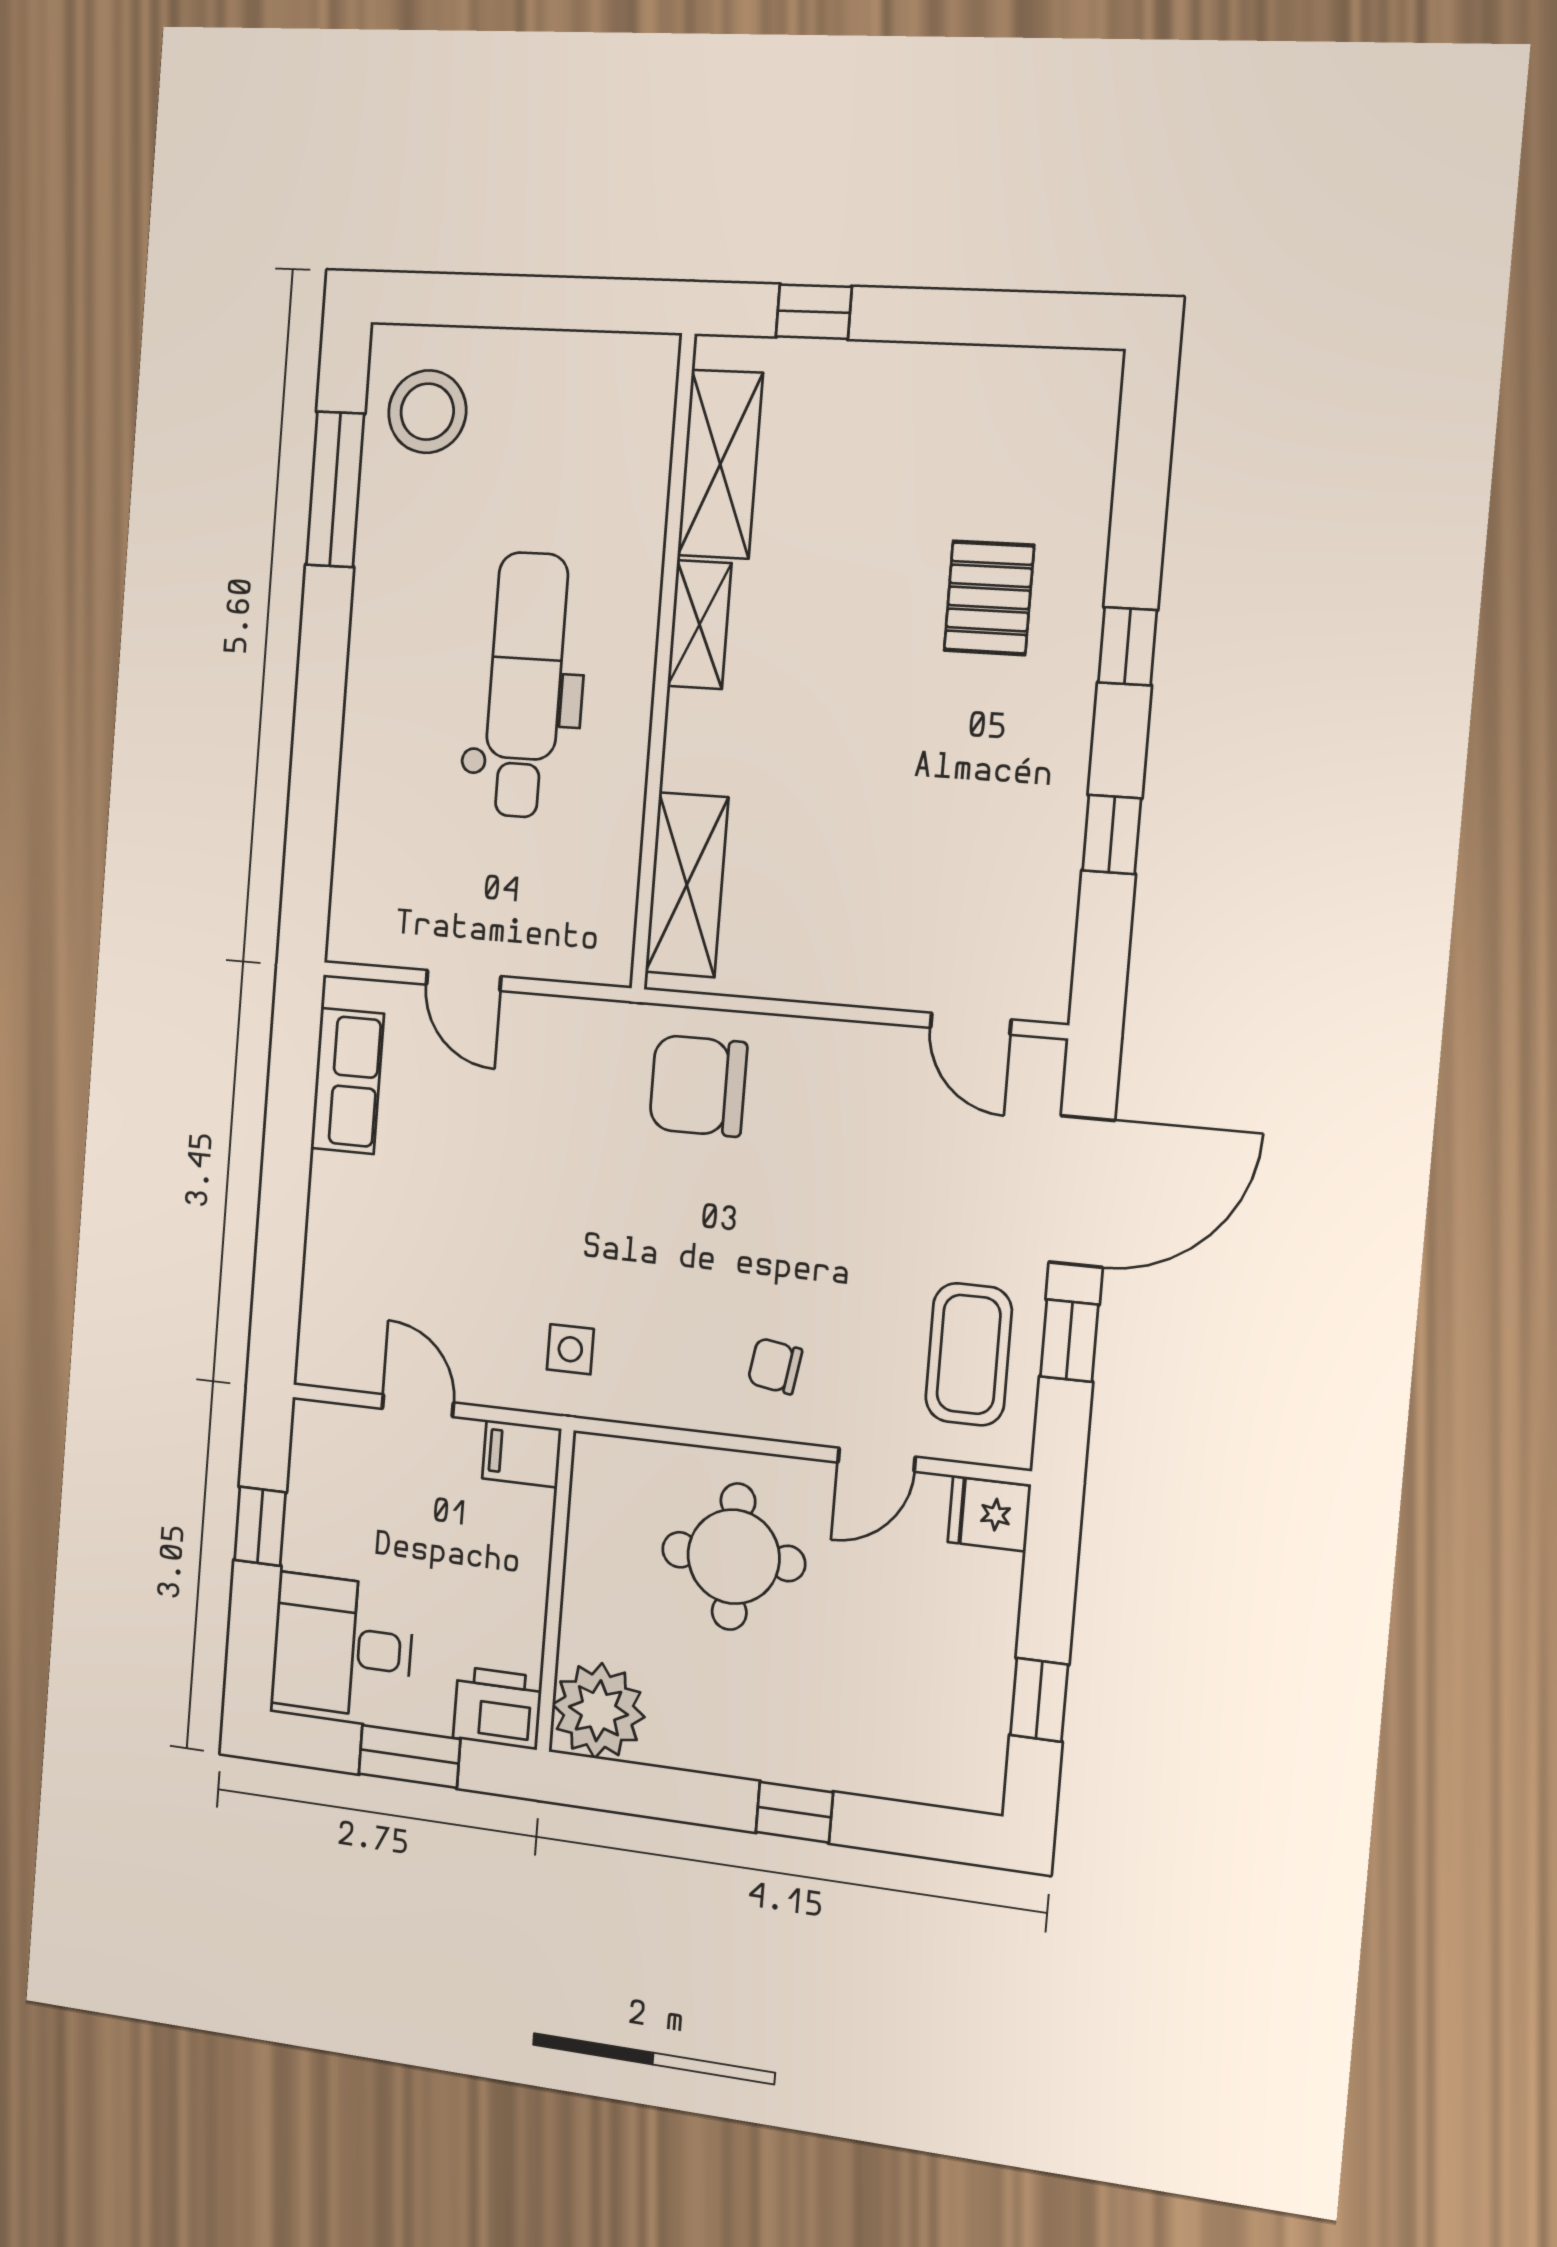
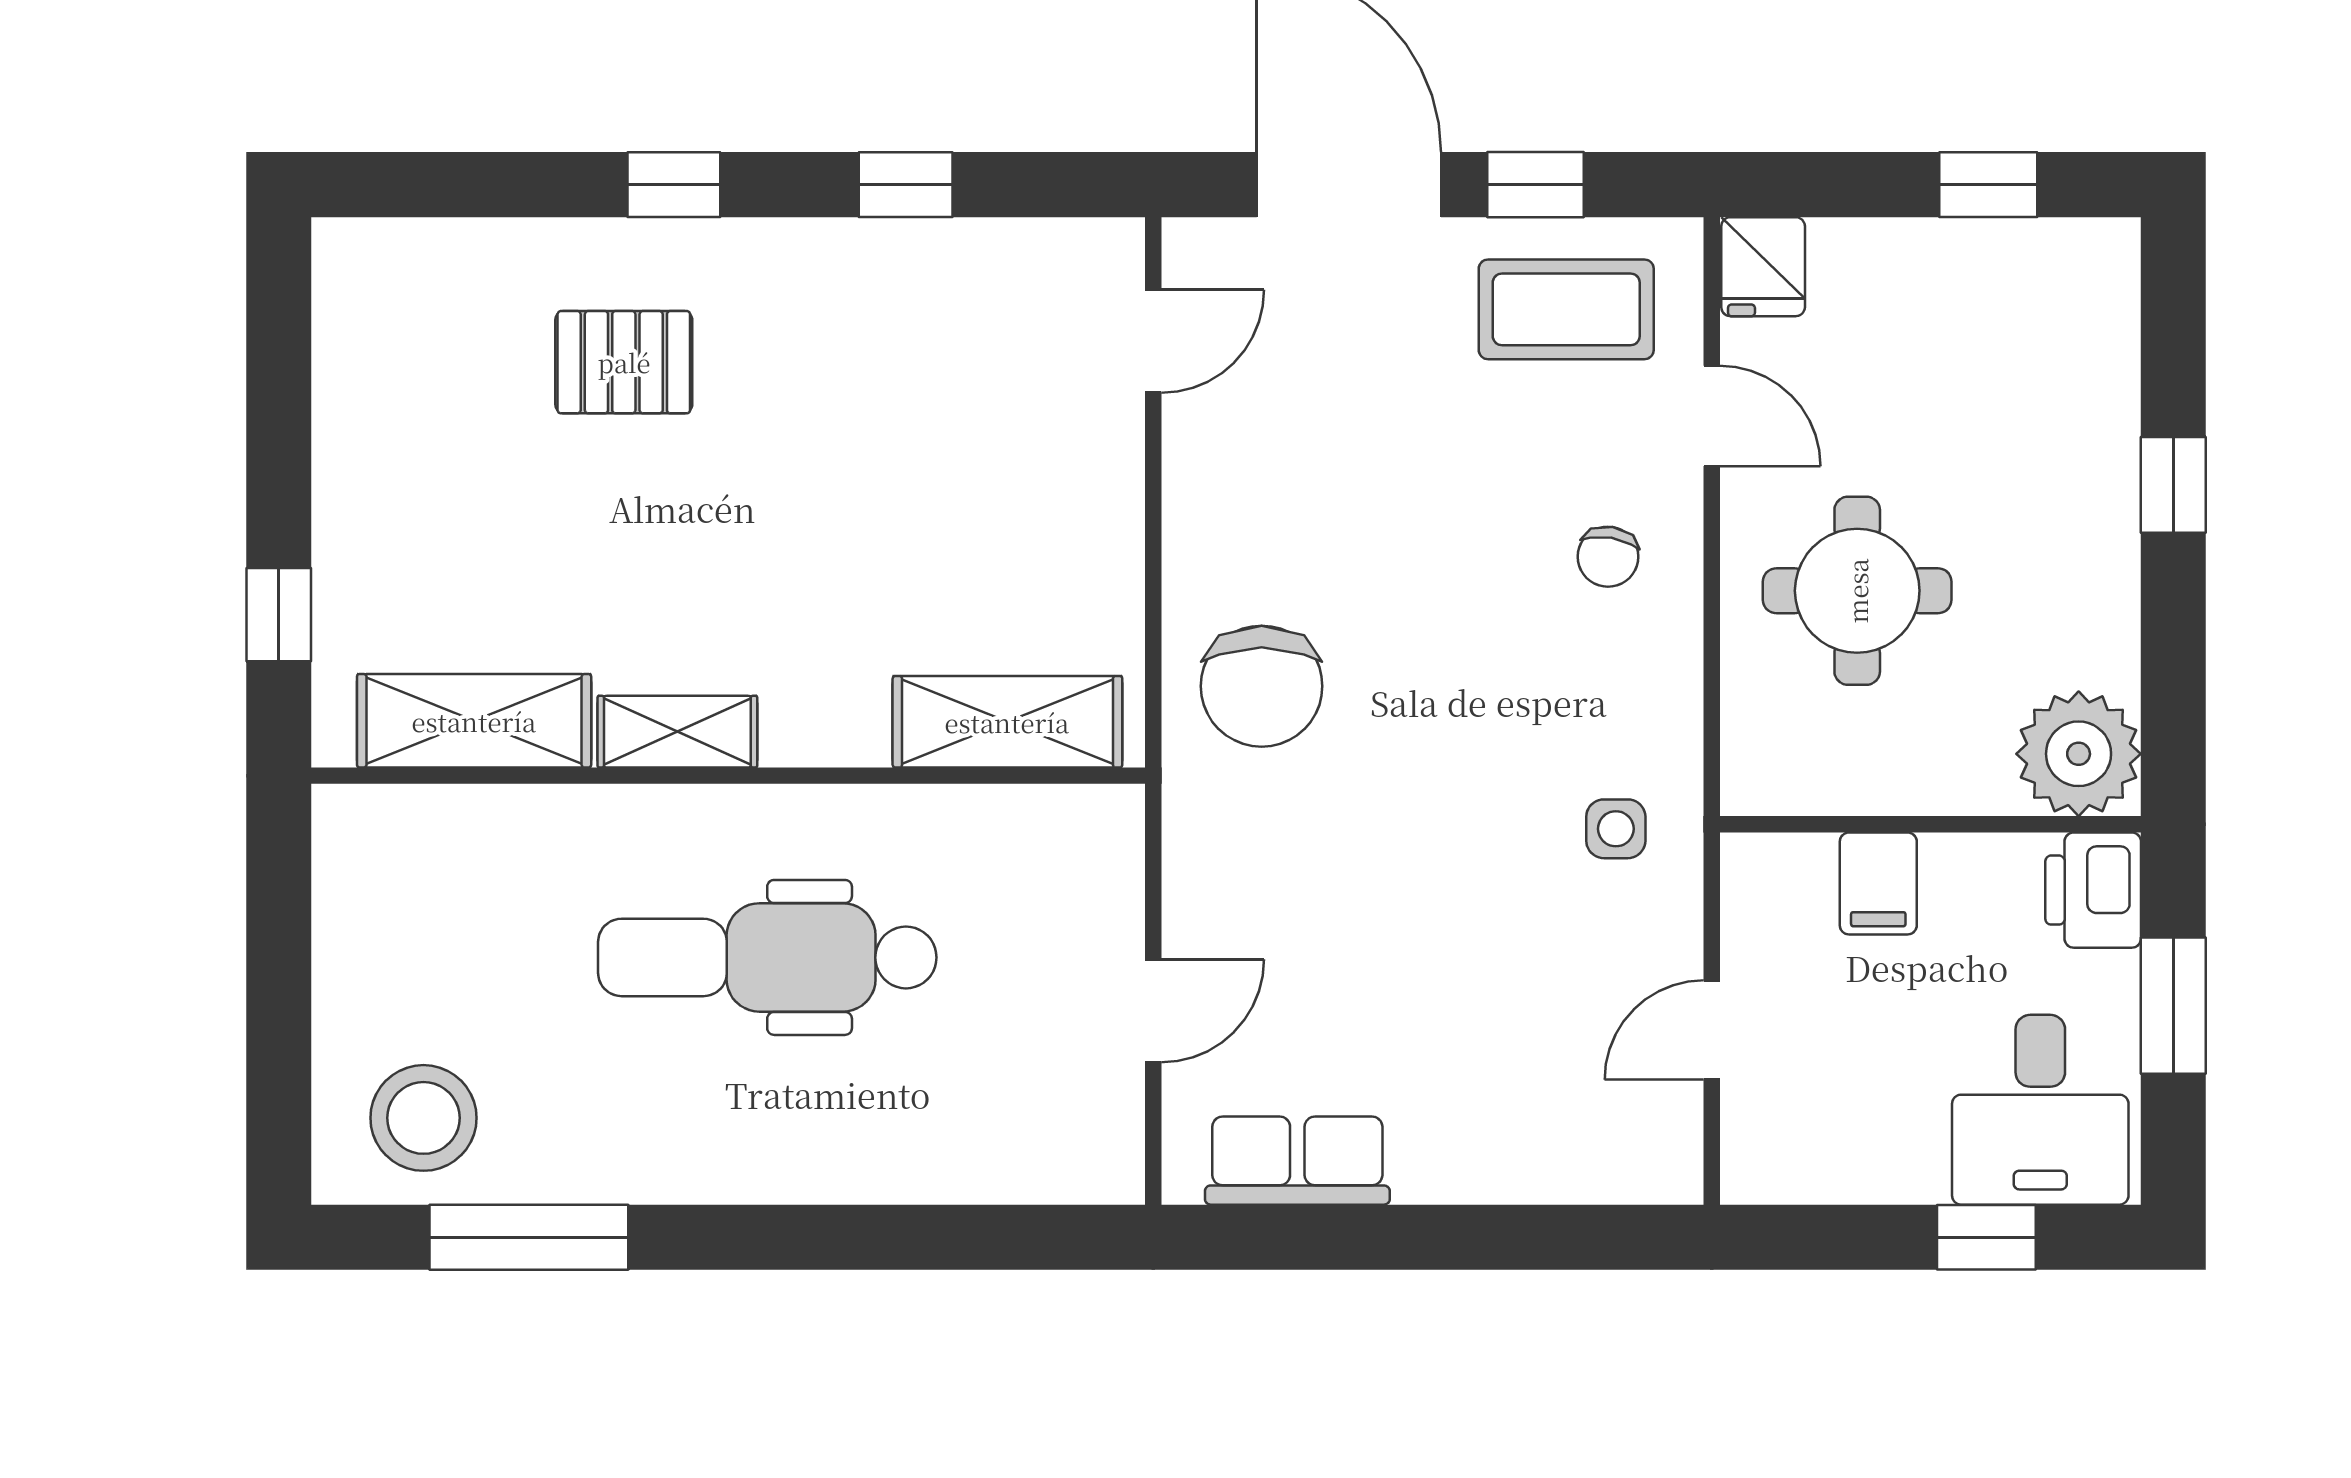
filing cabinet: (522, 1454) -> (1878, 883), moved
window: (260, 1526) -> (1986, 1237), moved

